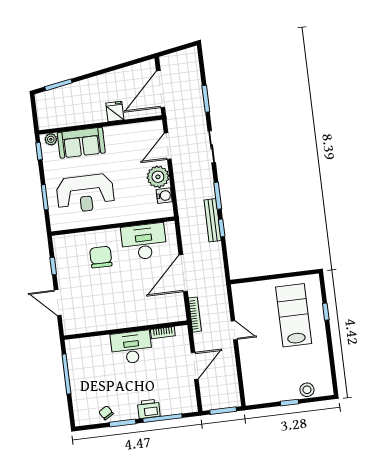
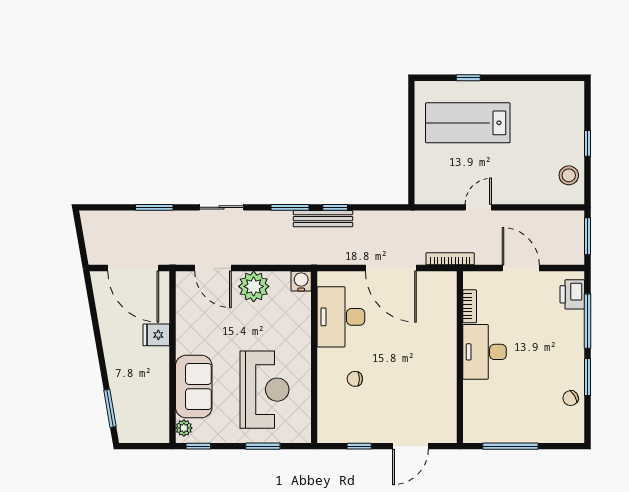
water cooler: (164, 196) -> (301, 281), moved
chair: (101, 257) -> (355, 379), width x0.54, depth x0.54
stool: (307, 390) -> (569, 175), moved
printer: (149, 409) -> (572, 294), moved

